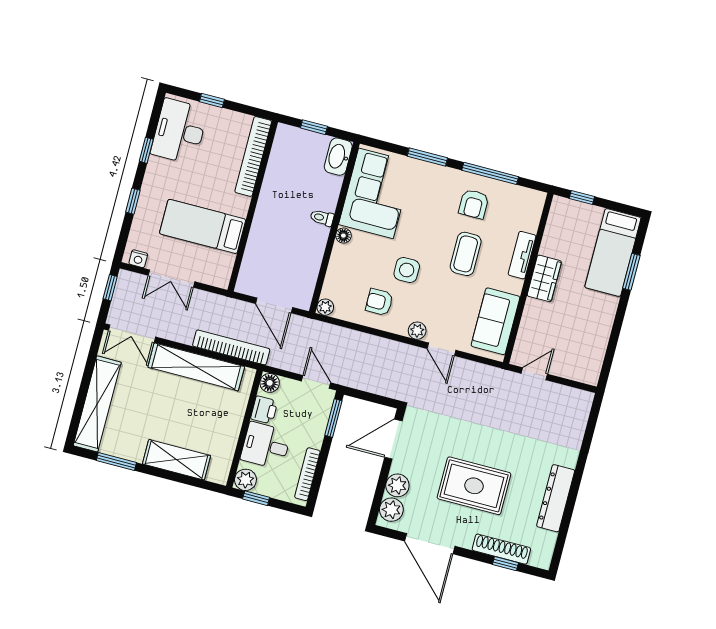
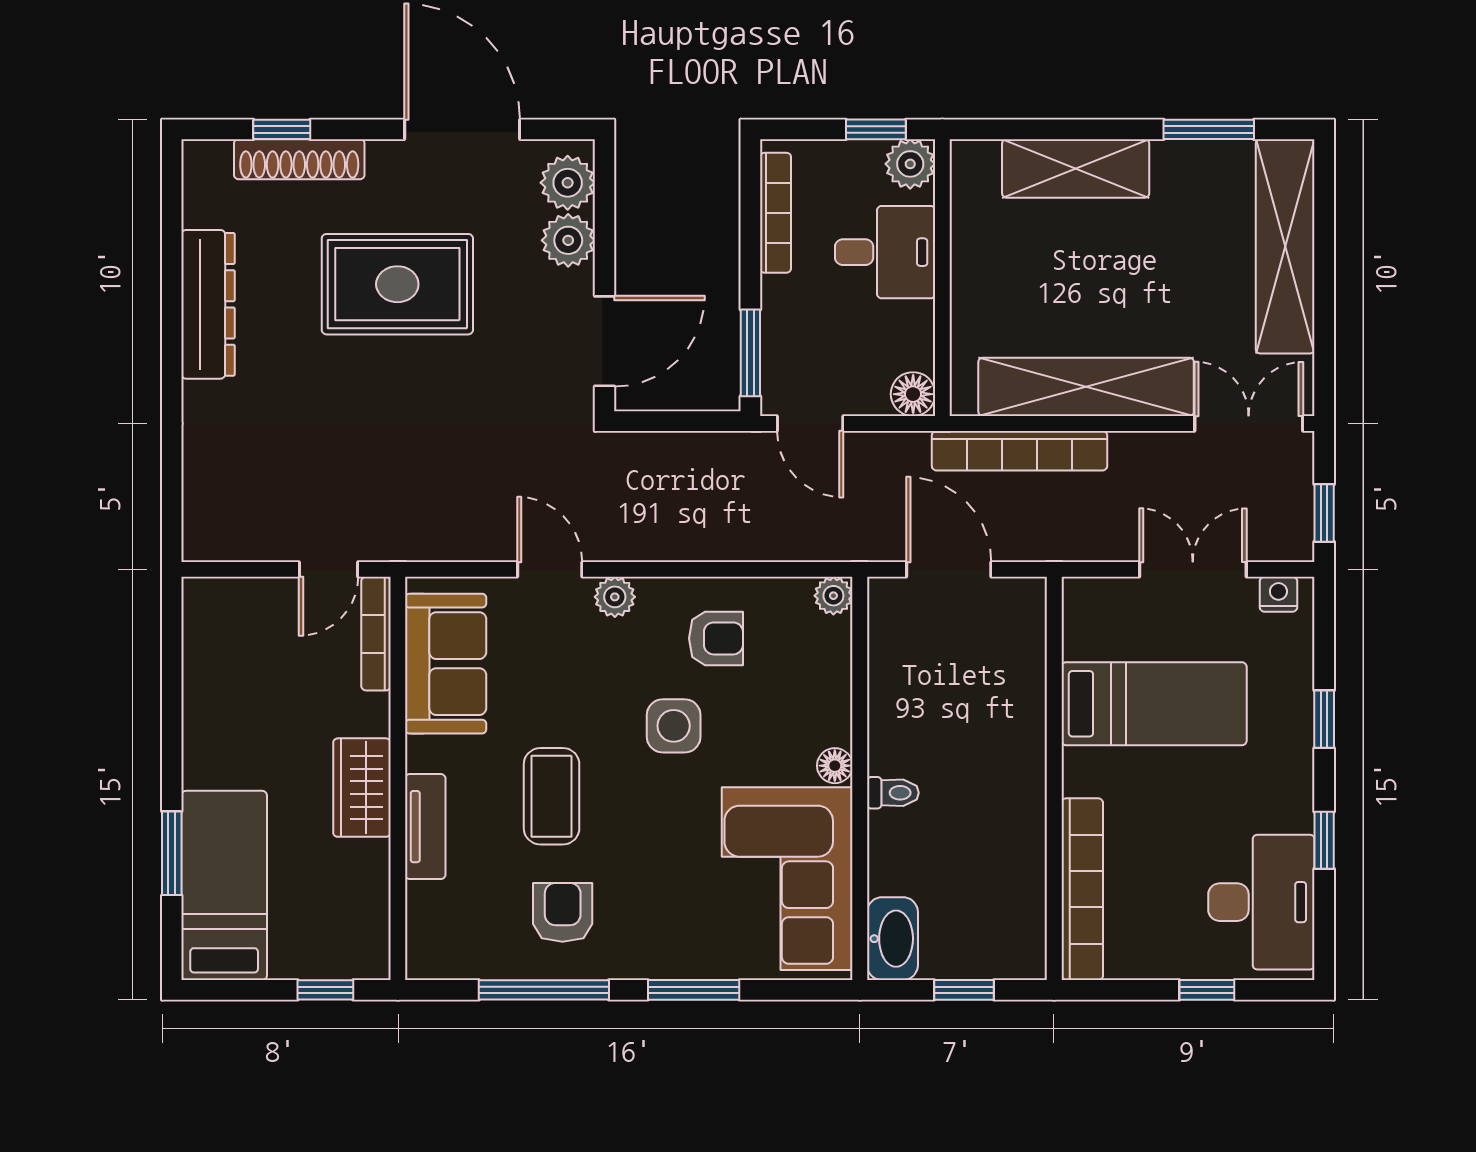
bookcase: (521, 342) -> (376, 634), added
printer: (264, 410) -> (910, 331), removed

